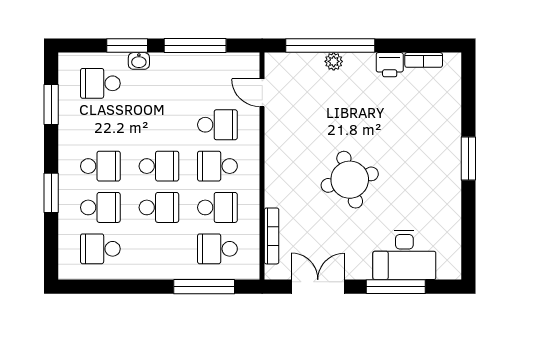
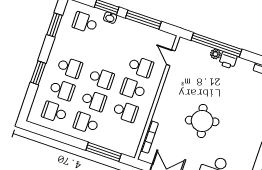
printer: (390, 65) -> (228, 60), moved
school desk: (217, 249) -> (86, 123), moved

